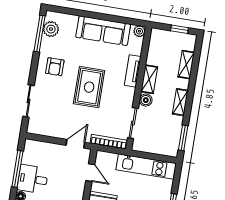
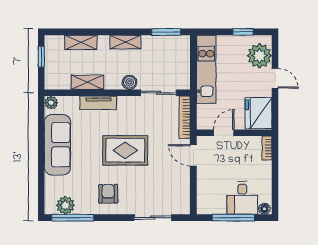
armchair: (55, 67) -> (108, 194), turned -90
shelving: (149, 79) -> (87, 82), moved

